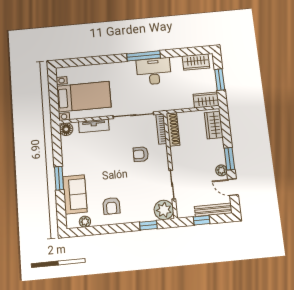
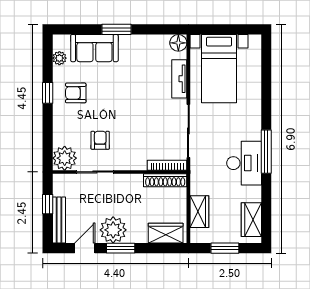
wardrobe: (206, 100) -> (199, 212), moved
armchair: (141, 154) -> (100, 140), moved
plant: (221, 170) -> (113, 230), width x1.88, depth x1.88
window: (148, 225) -> (48, 93), moved

